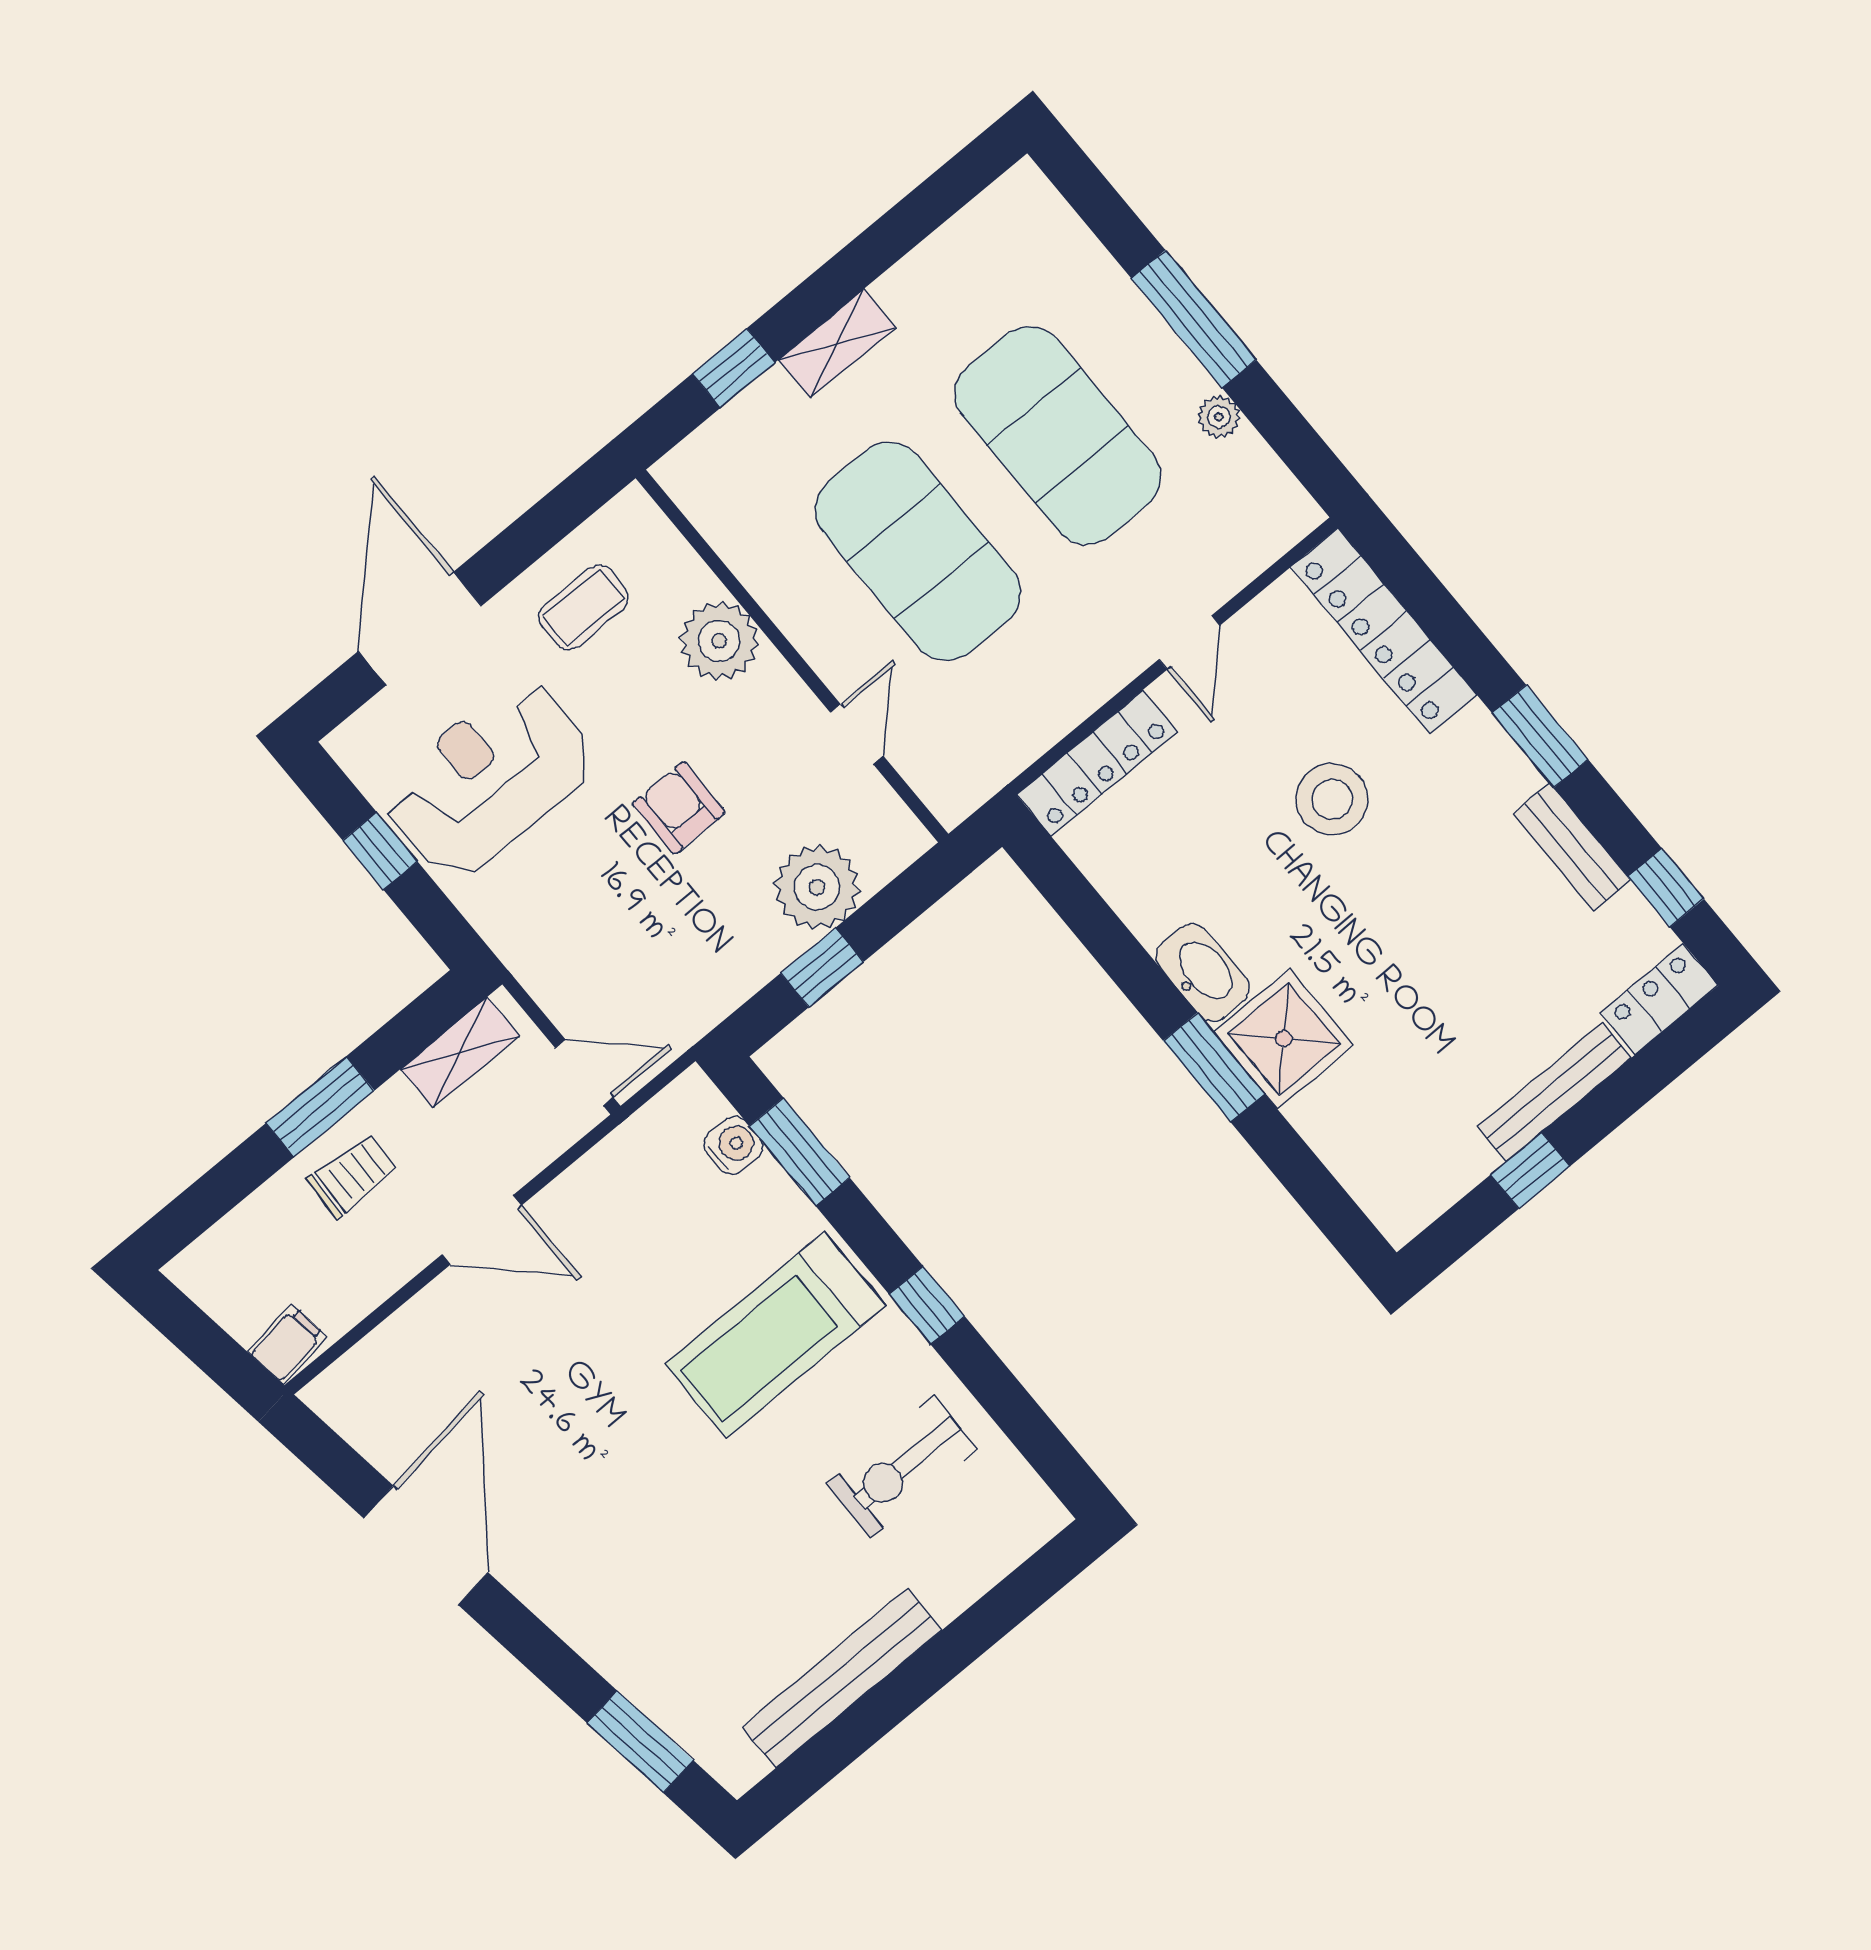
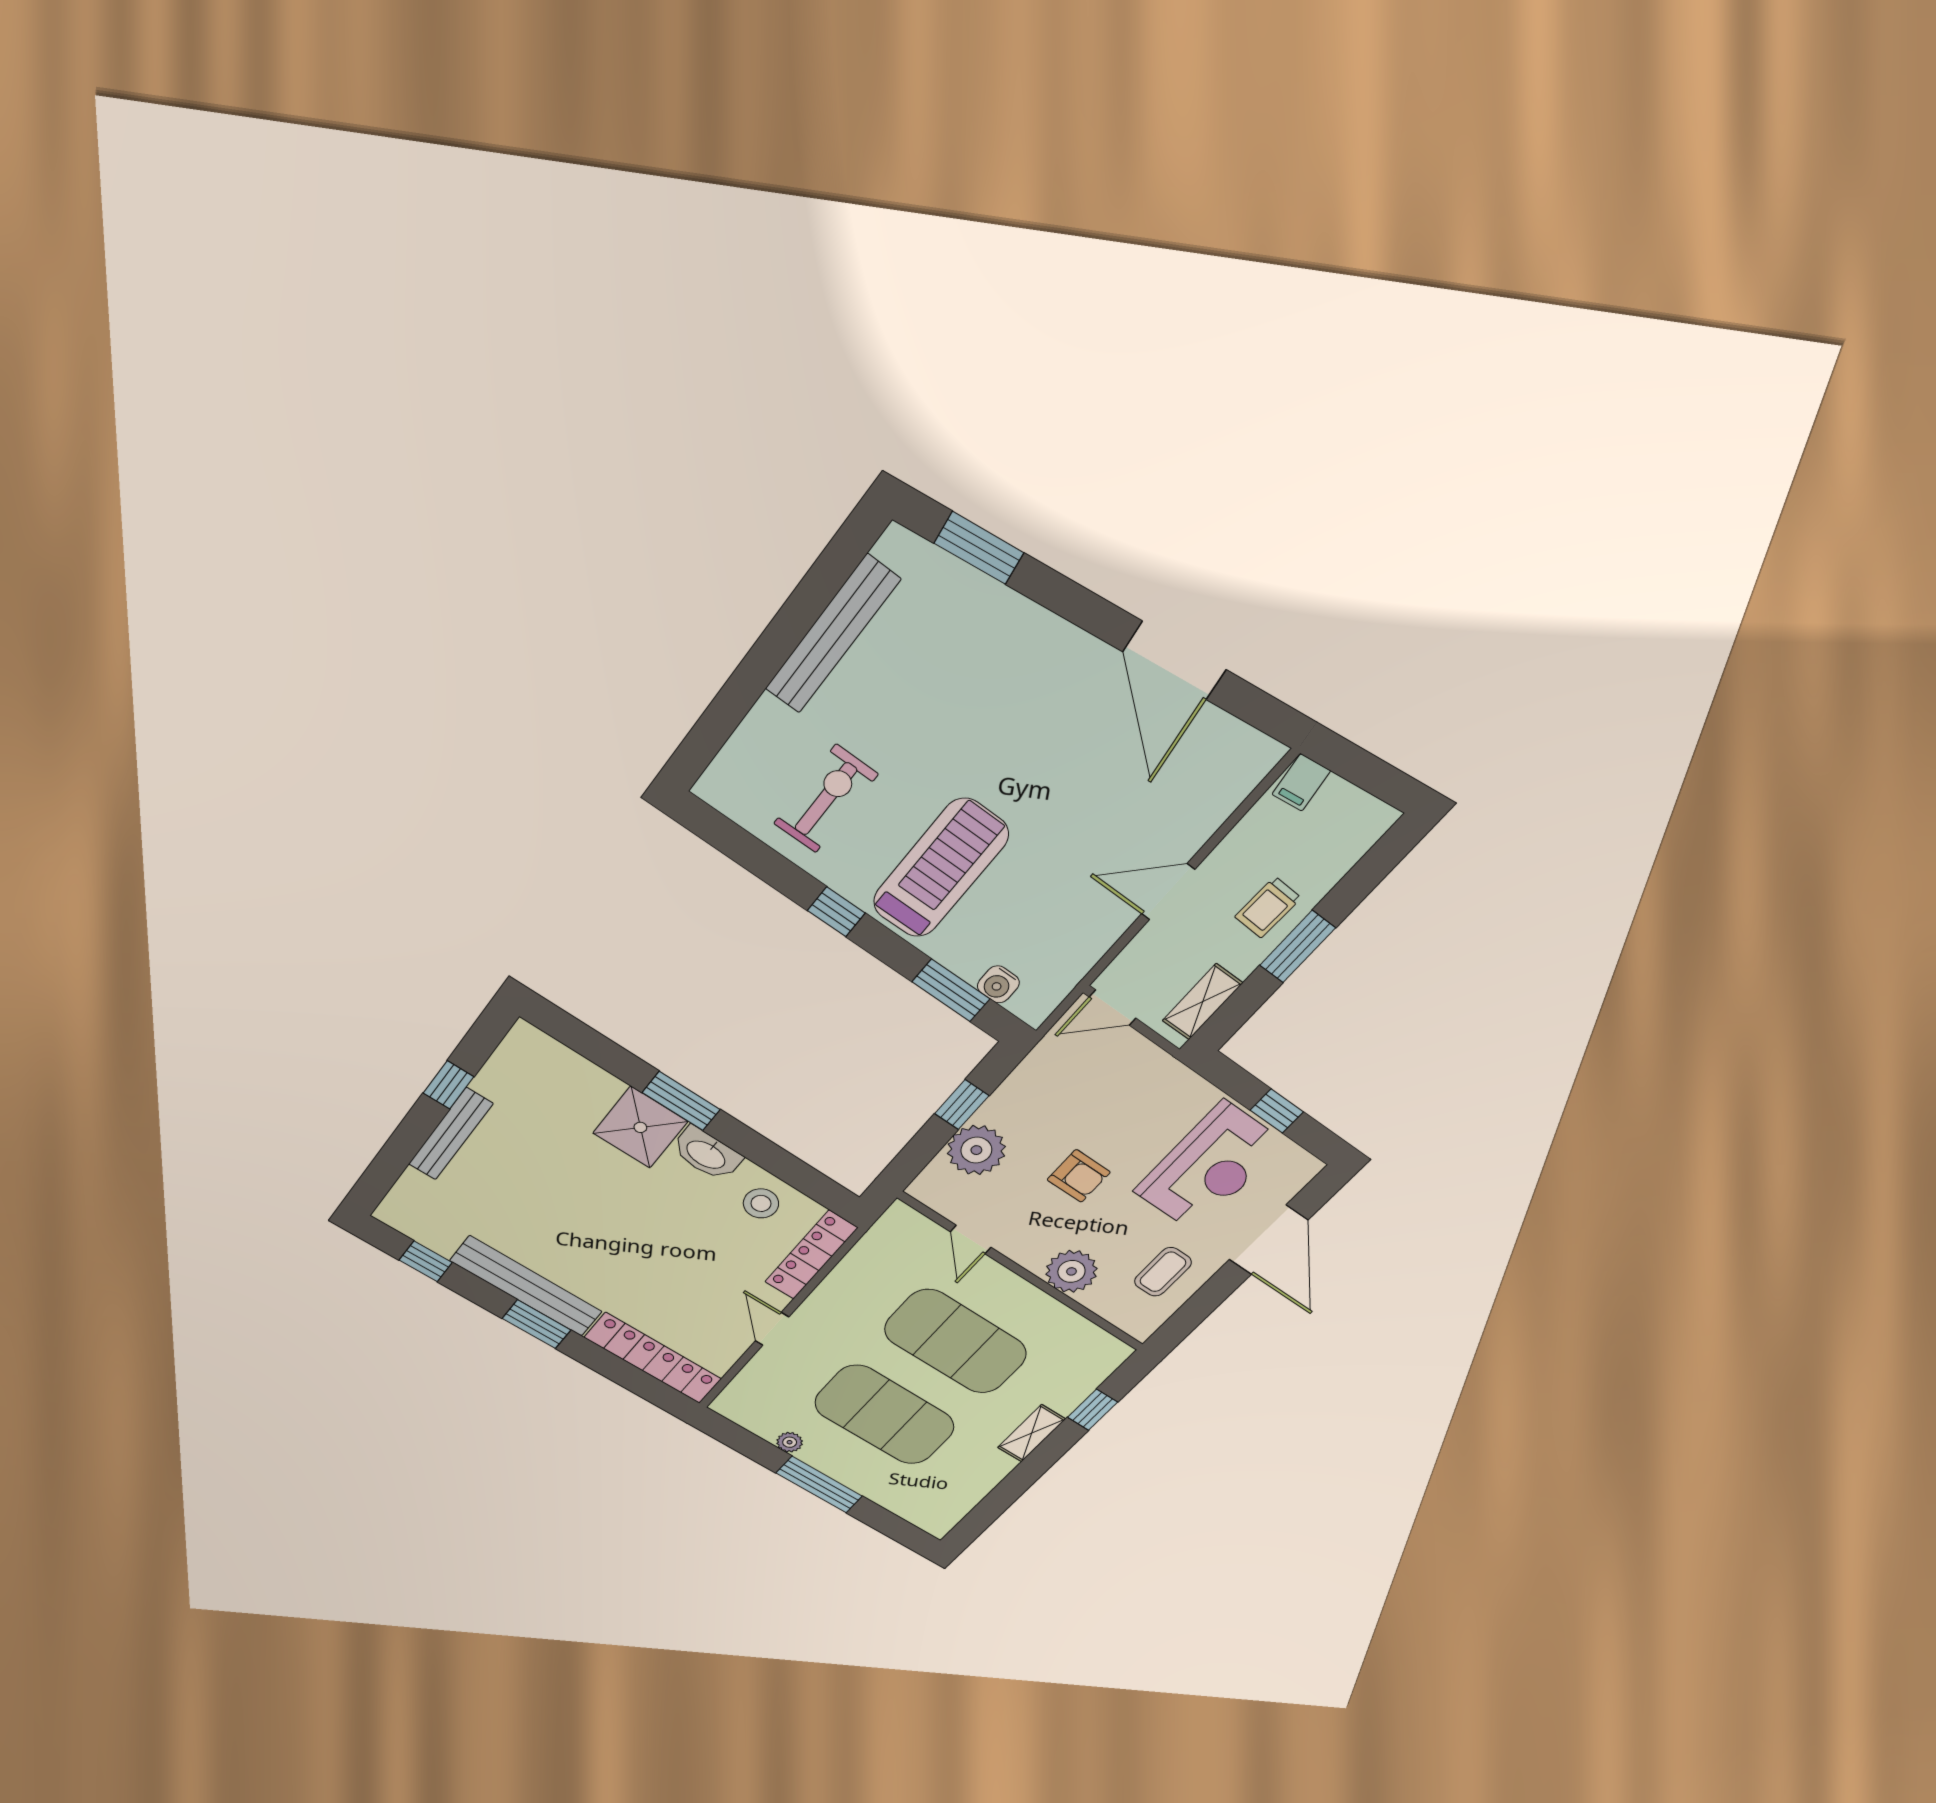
stool: (1332, 799) -> (761, 1203), moved, width x0.73, depth x0.73
bench: (1572, 847) -> (526, 1286), width x1.86, depth x1.21
locker: (1659, 999) -> (404, 1200), removed

